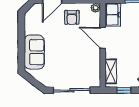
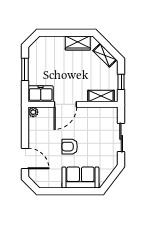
armchair: (72, 17) -> (70, 147), moved, turned 180
sliding door: (72, 90) -> (121, 137), width x0.73

